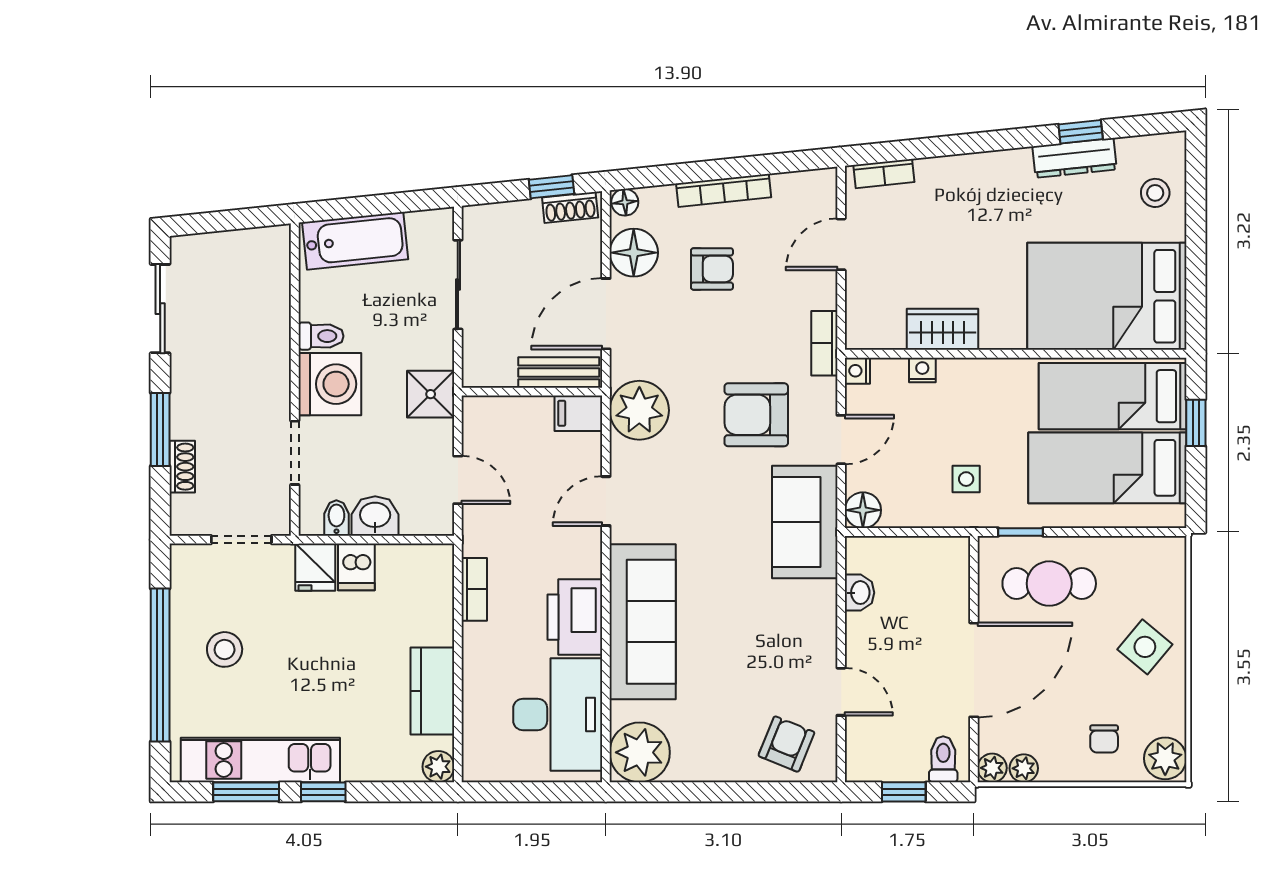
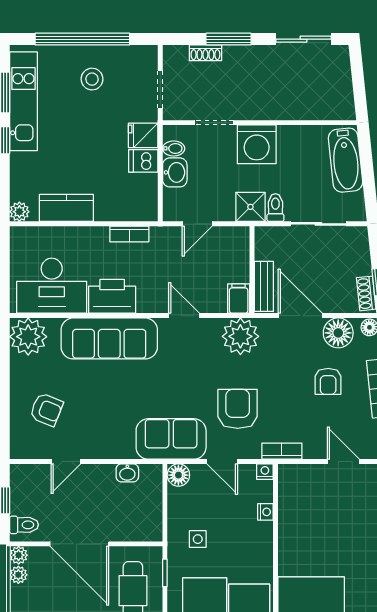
wardrobe: (943, 329) -> (291, 524), removed
toilet: (321, 336) -> (275, 208), moved, turned 180
armchair: (786, 744) -> (46, 410), moved

